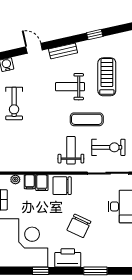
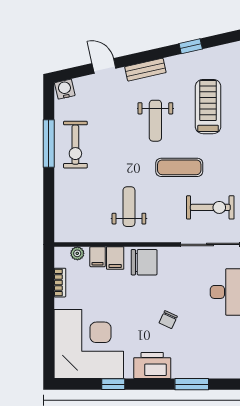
weight bench: (70, 87) -> (155, 121), turned -90
weight bench: (71, 150) -> (129, 207), moved
chair: (62, 186) -> (144, 262), turned 180
chair: (79, 226) -> (168, 320), width x0.54, depth x0.54

